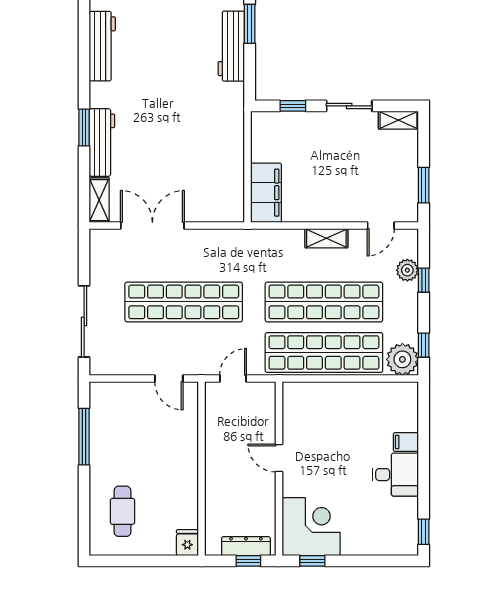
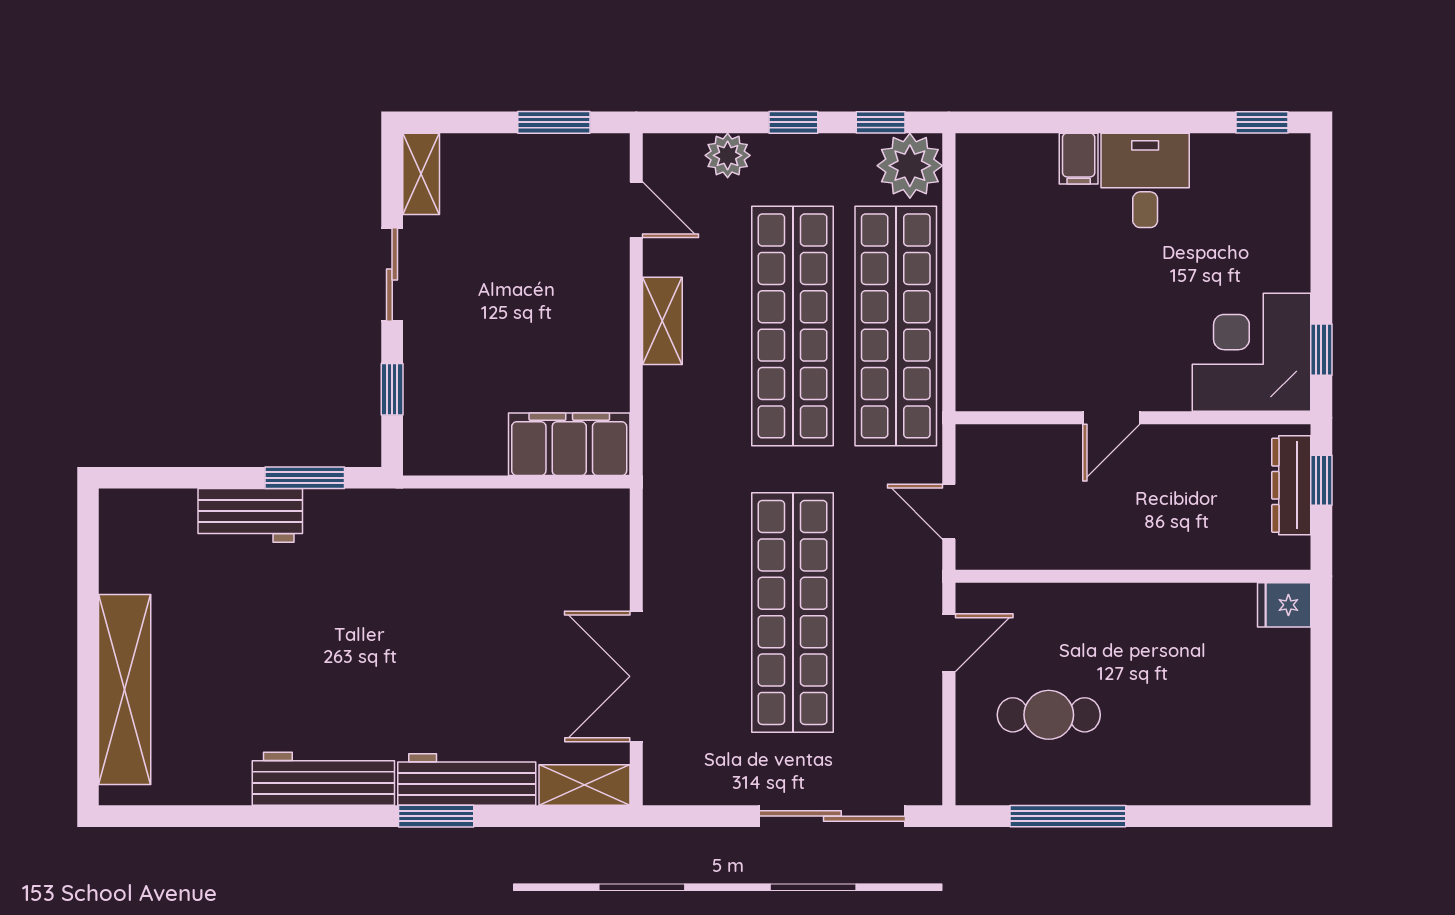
window: (250, 24) -> (305, 478), moved
workbench: (102, 46) -> (323, 779), moved
workbench: (231, 46) -> (250, 515), width x0.73
window: (424, 280) -> (793, 122), moved
cafe table: (122, 511) -> (1049, 715), moved

